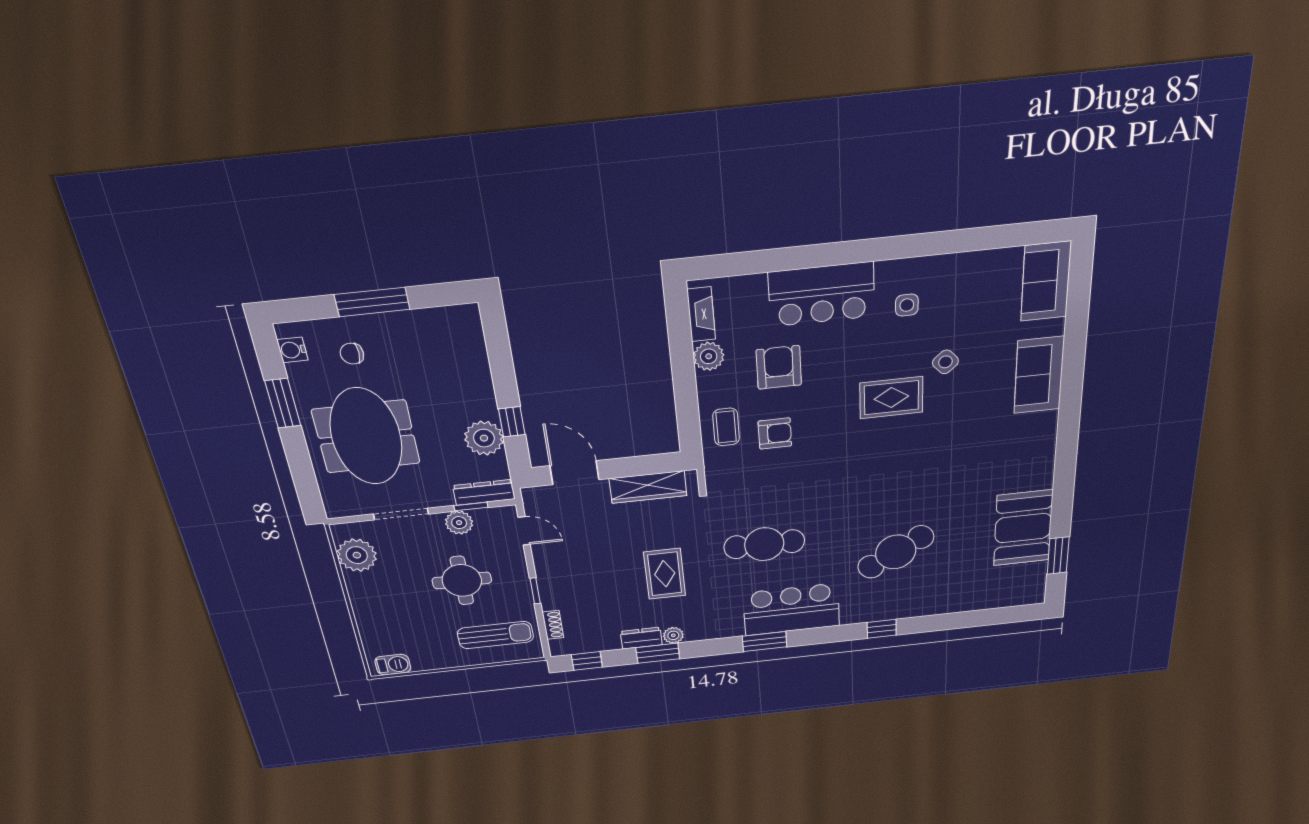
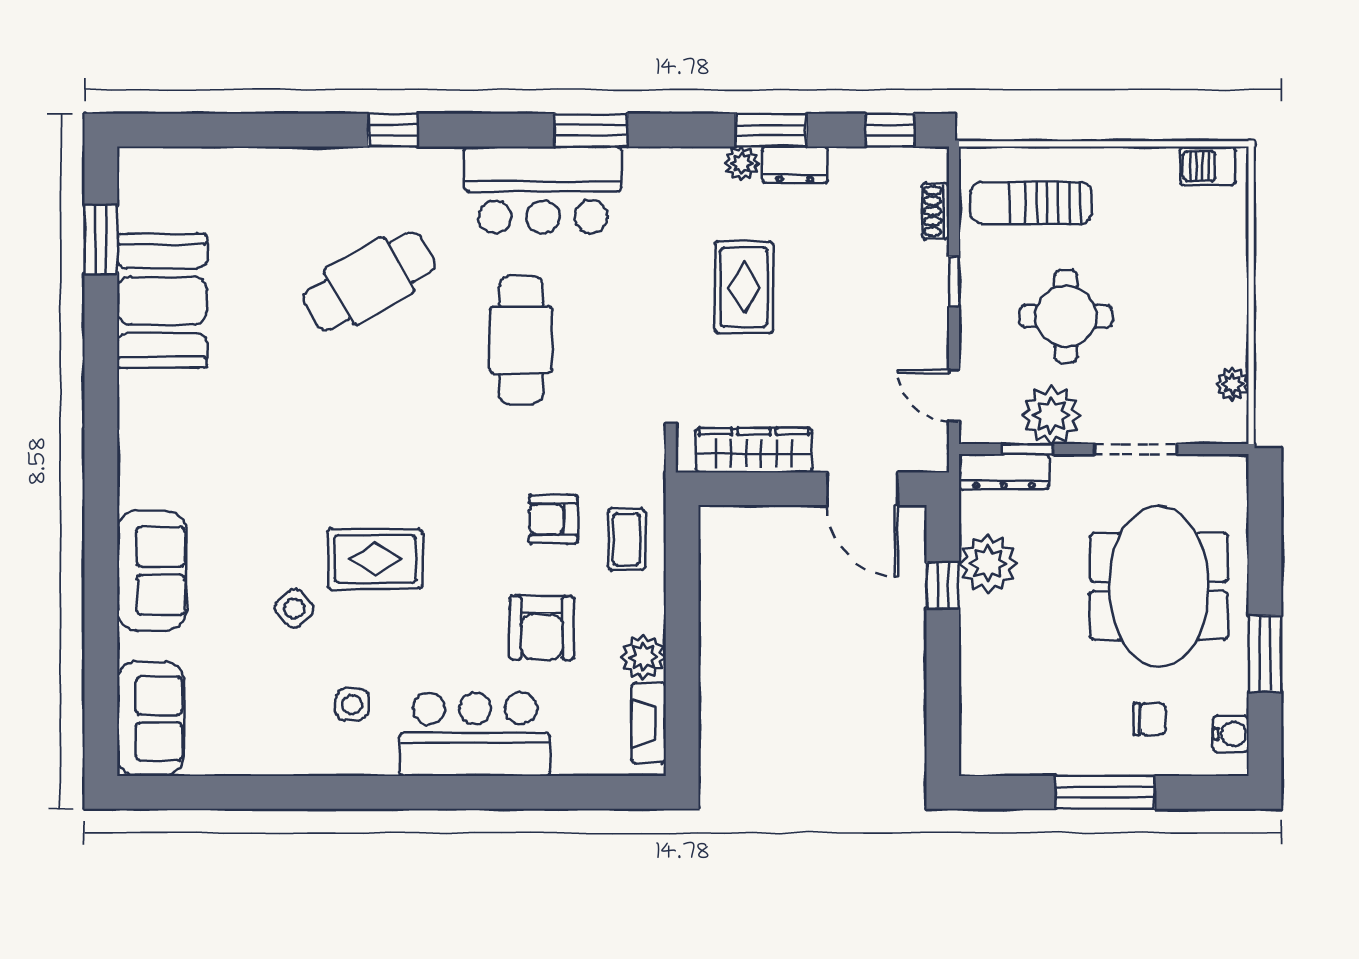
plant: (459, 523) -> (1051, 415), width x1.36, depth x1.36
cafe table: (764, 544) -> (521, 340), moved, turned 90
plant: (357, 555) -> (1232, 384), width x0.53, depth x0.53

